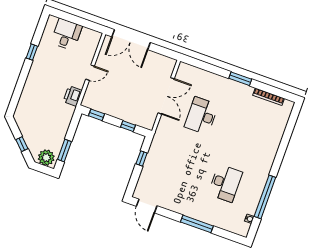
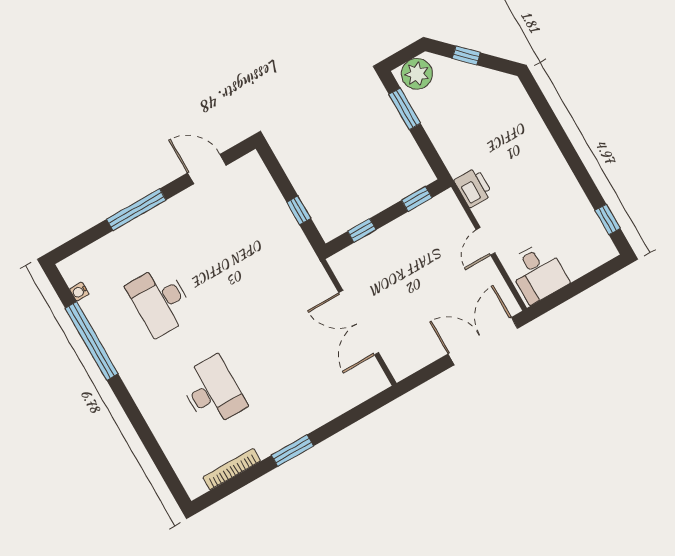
desk: (66, 34) -> (538, 273), moved
window: (32, 52) -> (608, 220), moved
desk: (201, 116) -> (213, 392), moved
door: (147, 206) -> (207, 169), moved

